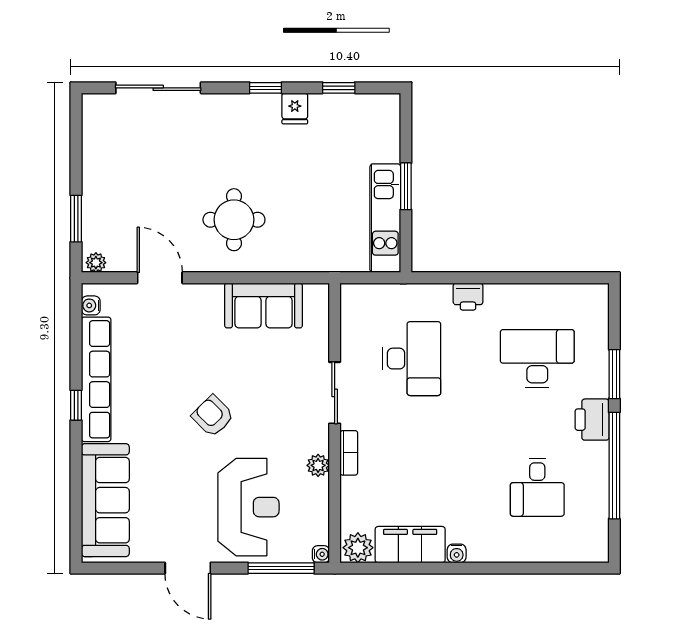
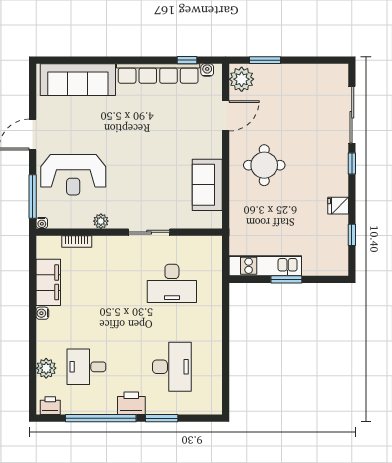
window: (266, 88) -> (352, 164), moved
plant: (96, 263) -> (242, 79), width x1.88, depth x1.88
printer: (468, 297) -> (50, 406), moved, turned 90
window: (76, 405) -> (187, 60), moved
armchair: (213, 416) -> (134, 151), removed
bookcase: (349, 453) -> (77, 242), moved
plant: (358, 548) -> (46, 368), moved

